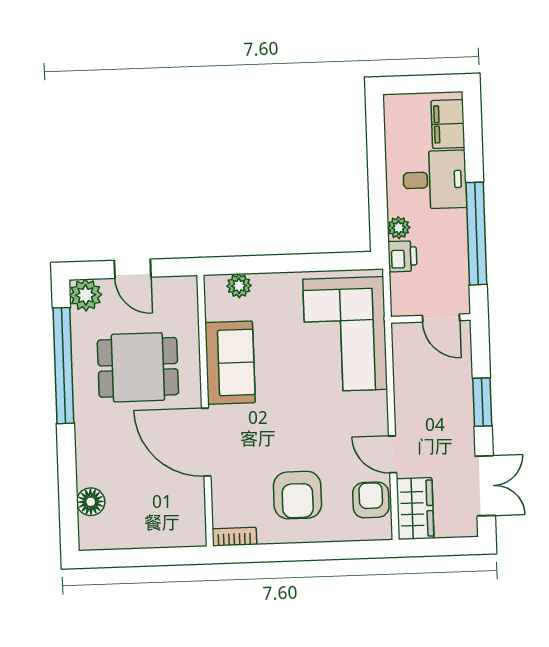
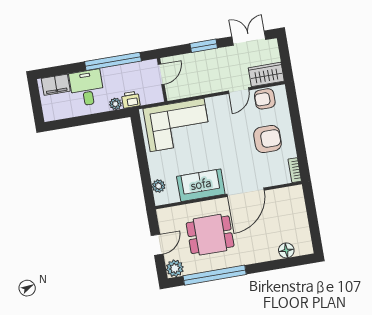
dining table: (138, 367) -> (210, 235), turned 90

